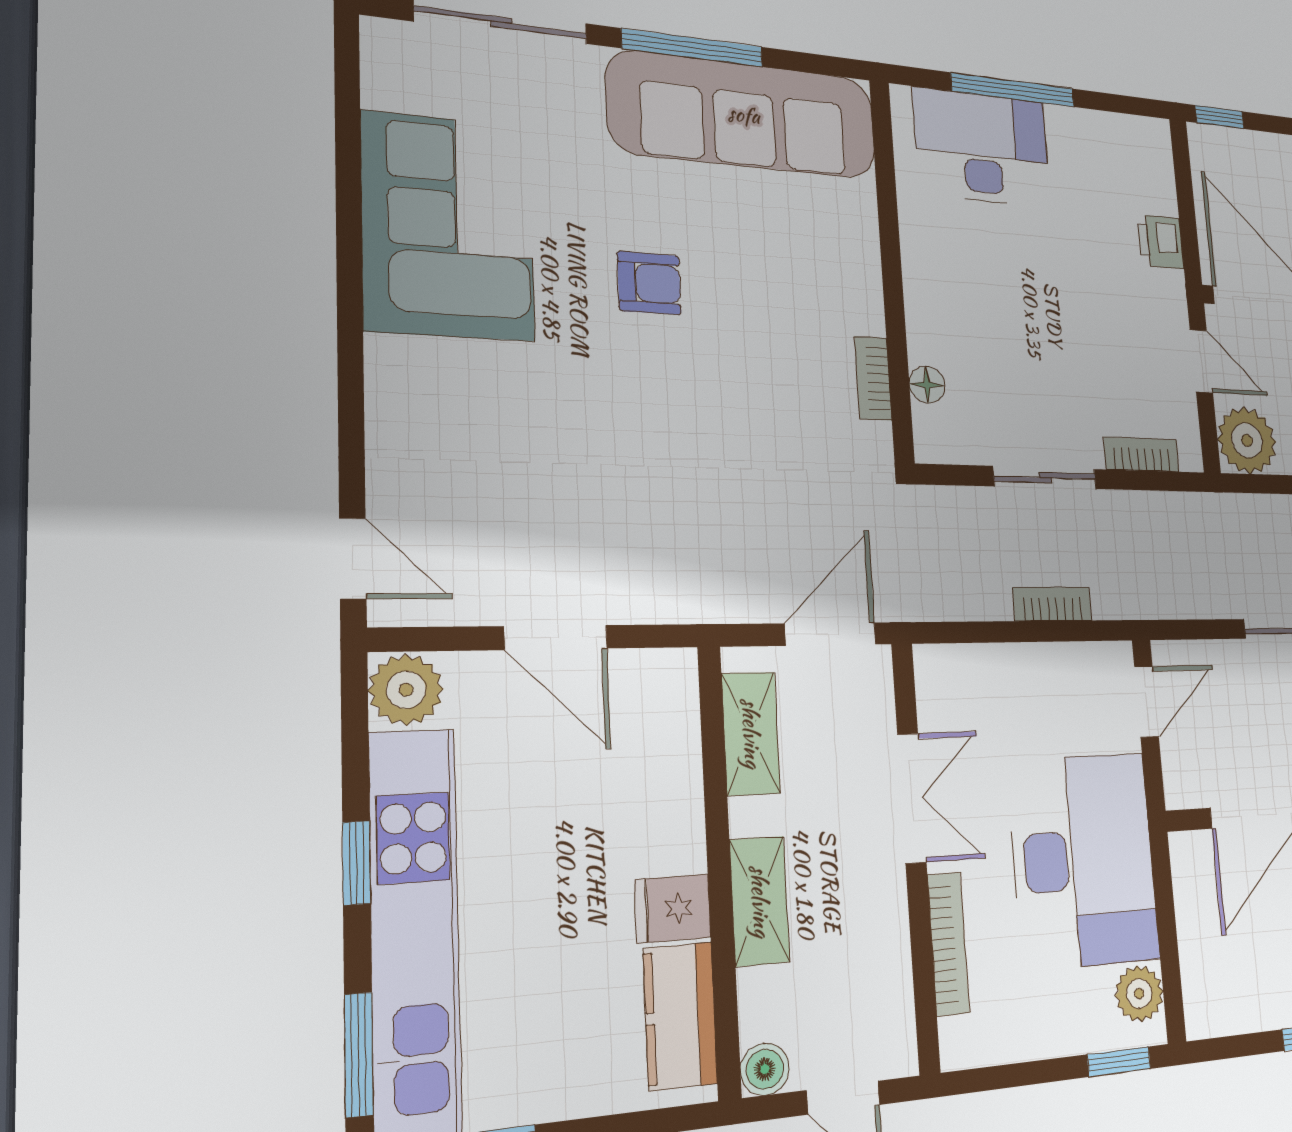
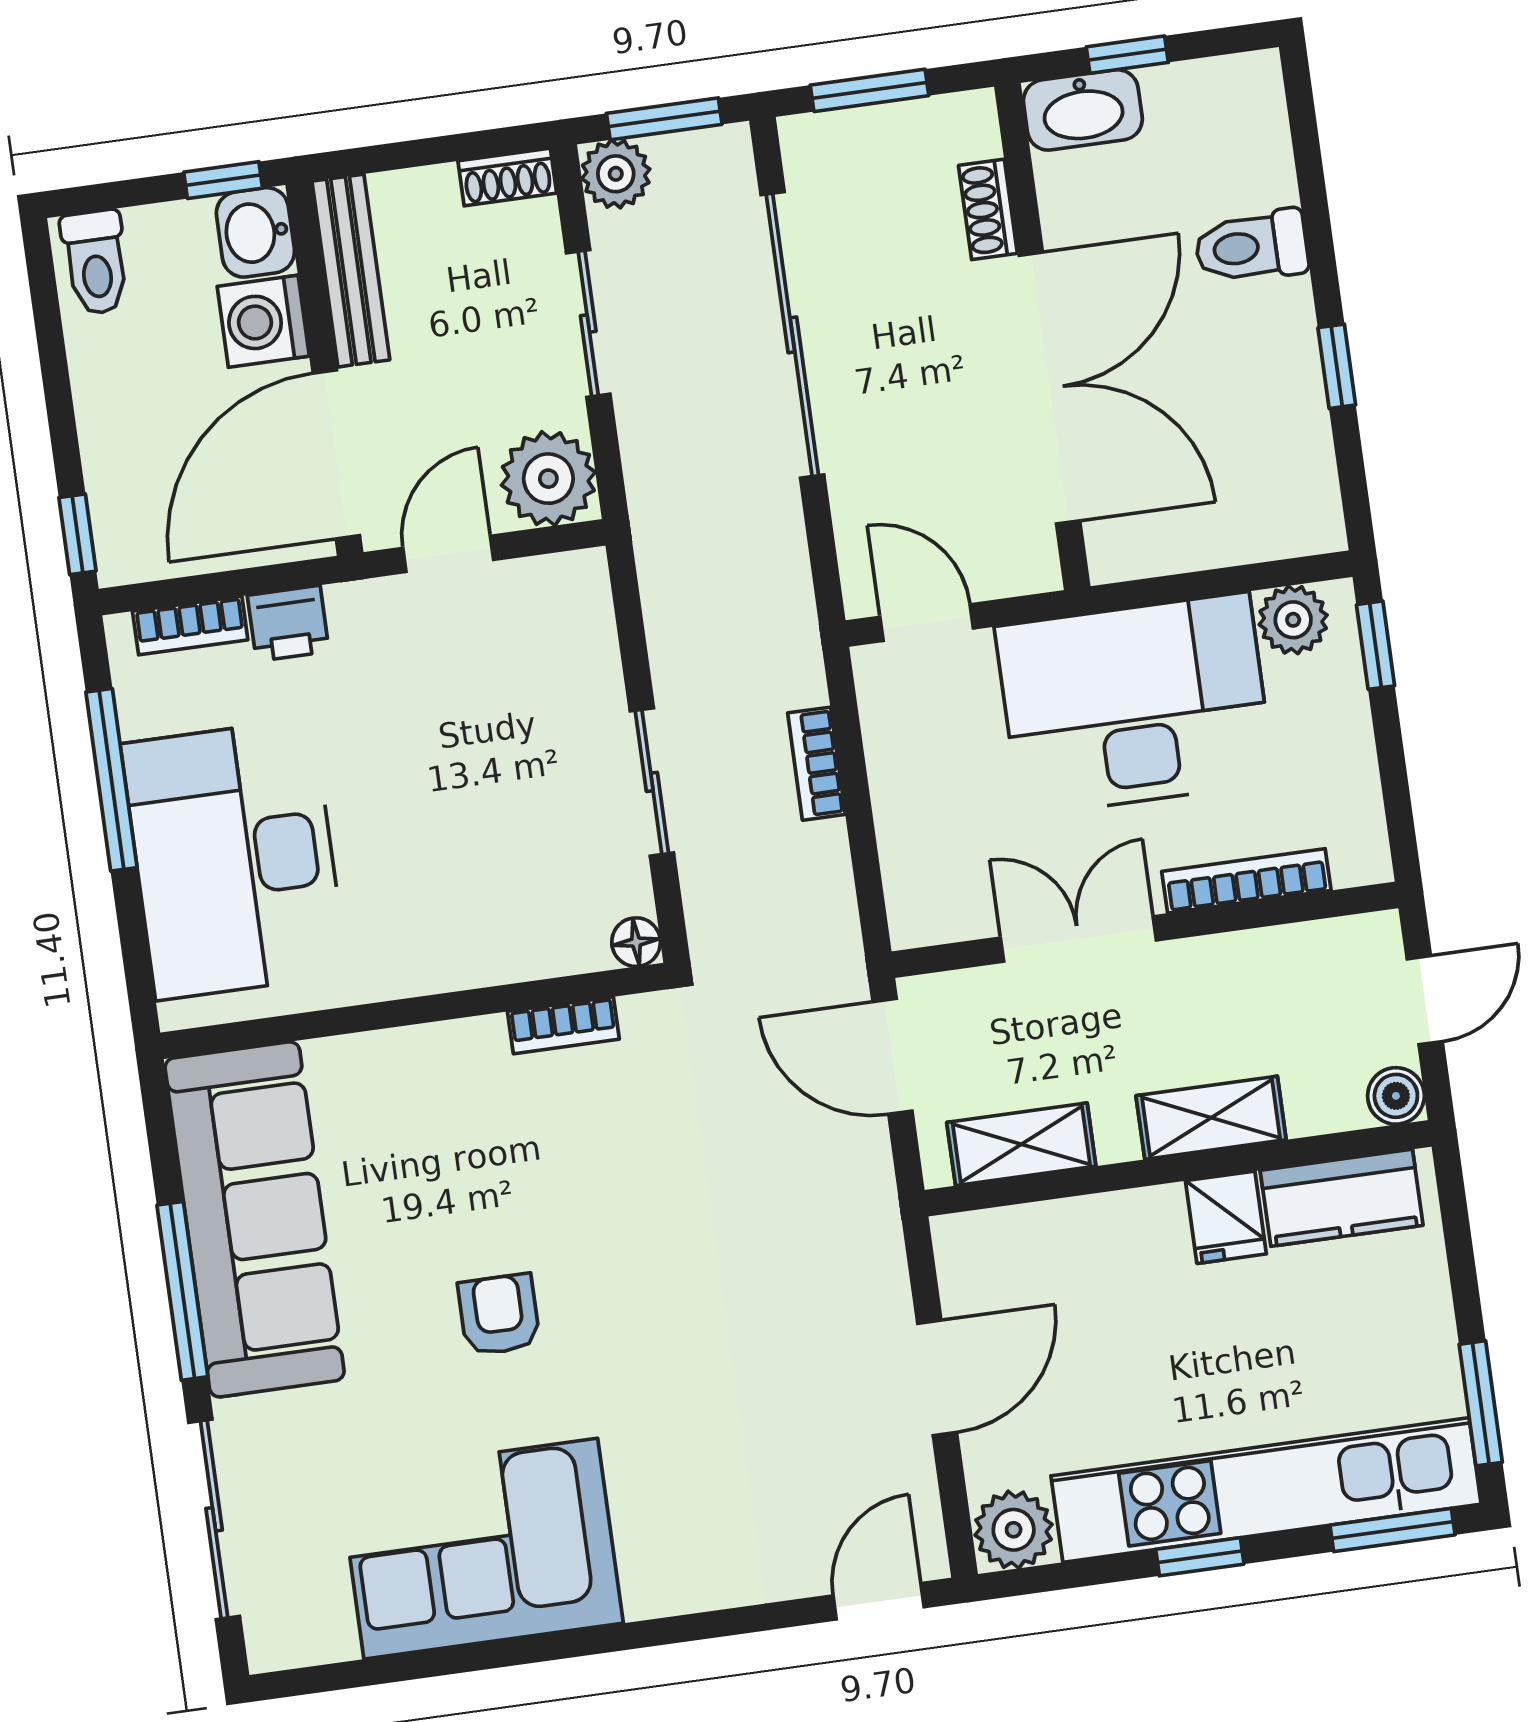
window: (1013, 90) -> (111, 780), moved
desk: (982, 148) -> (234, 859), width x1.36, depth x1.30
floor lamp: (927, 385) -> (636, 942), moved
bookcase: (1141, 454) -> (190, 625), moved, turned -90

